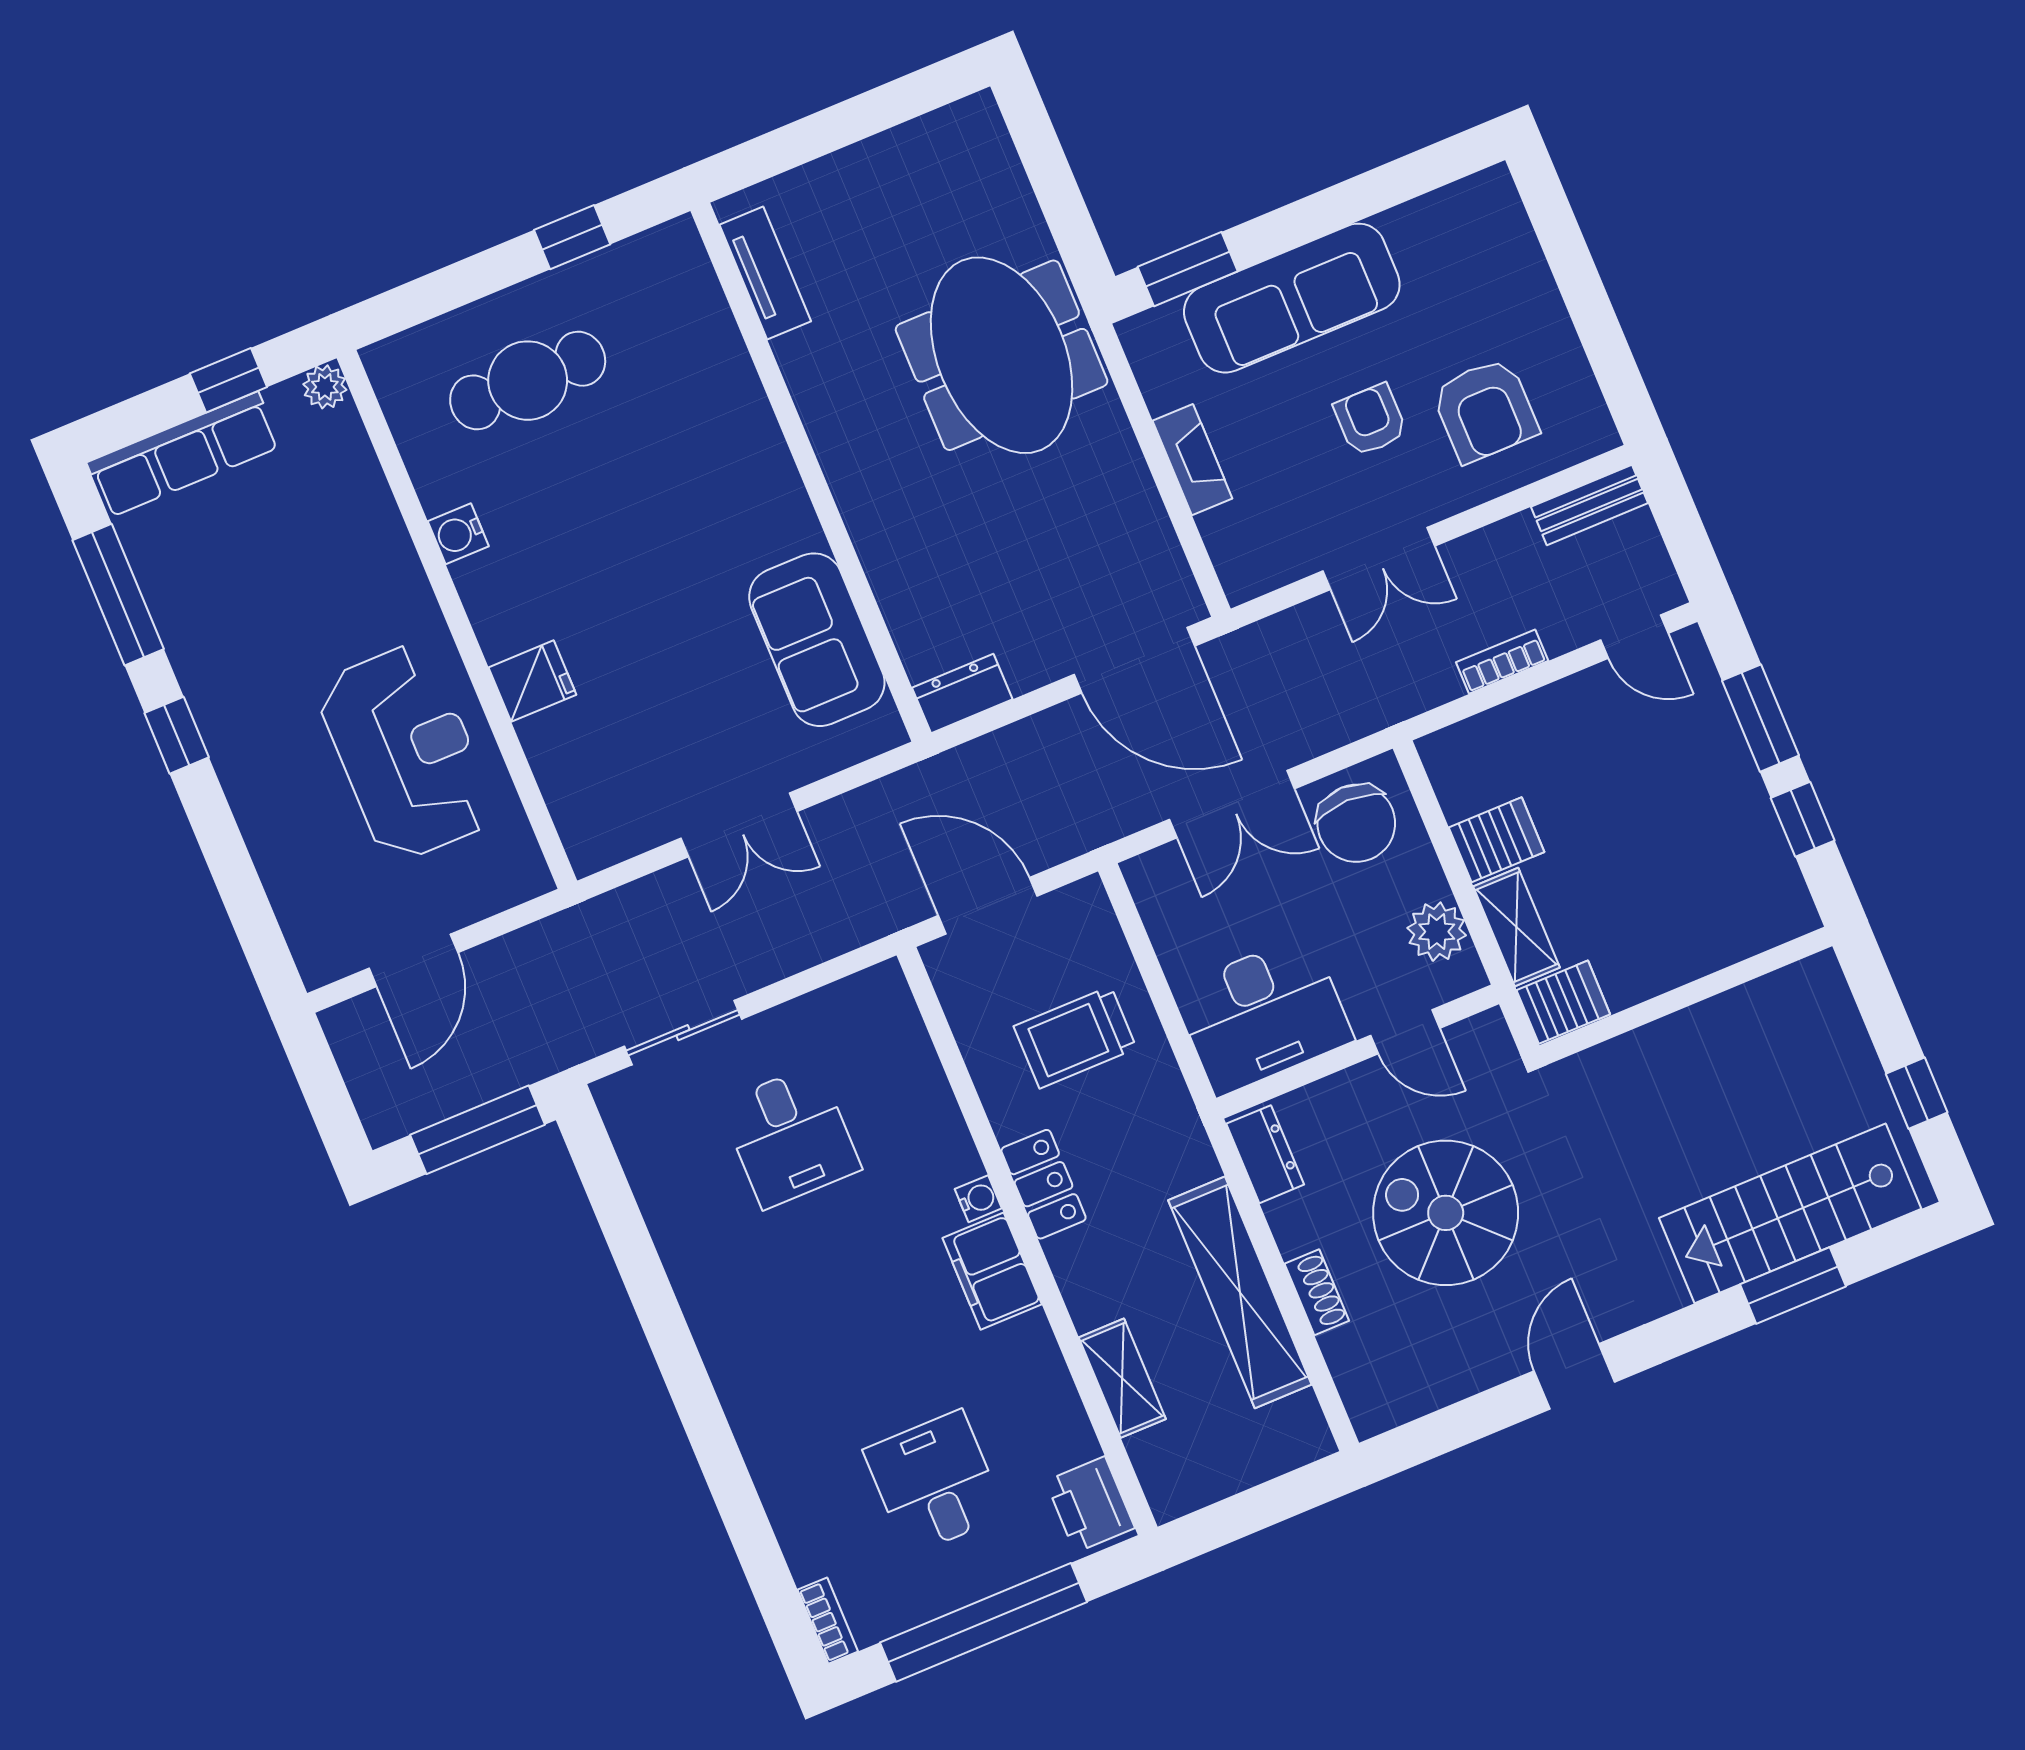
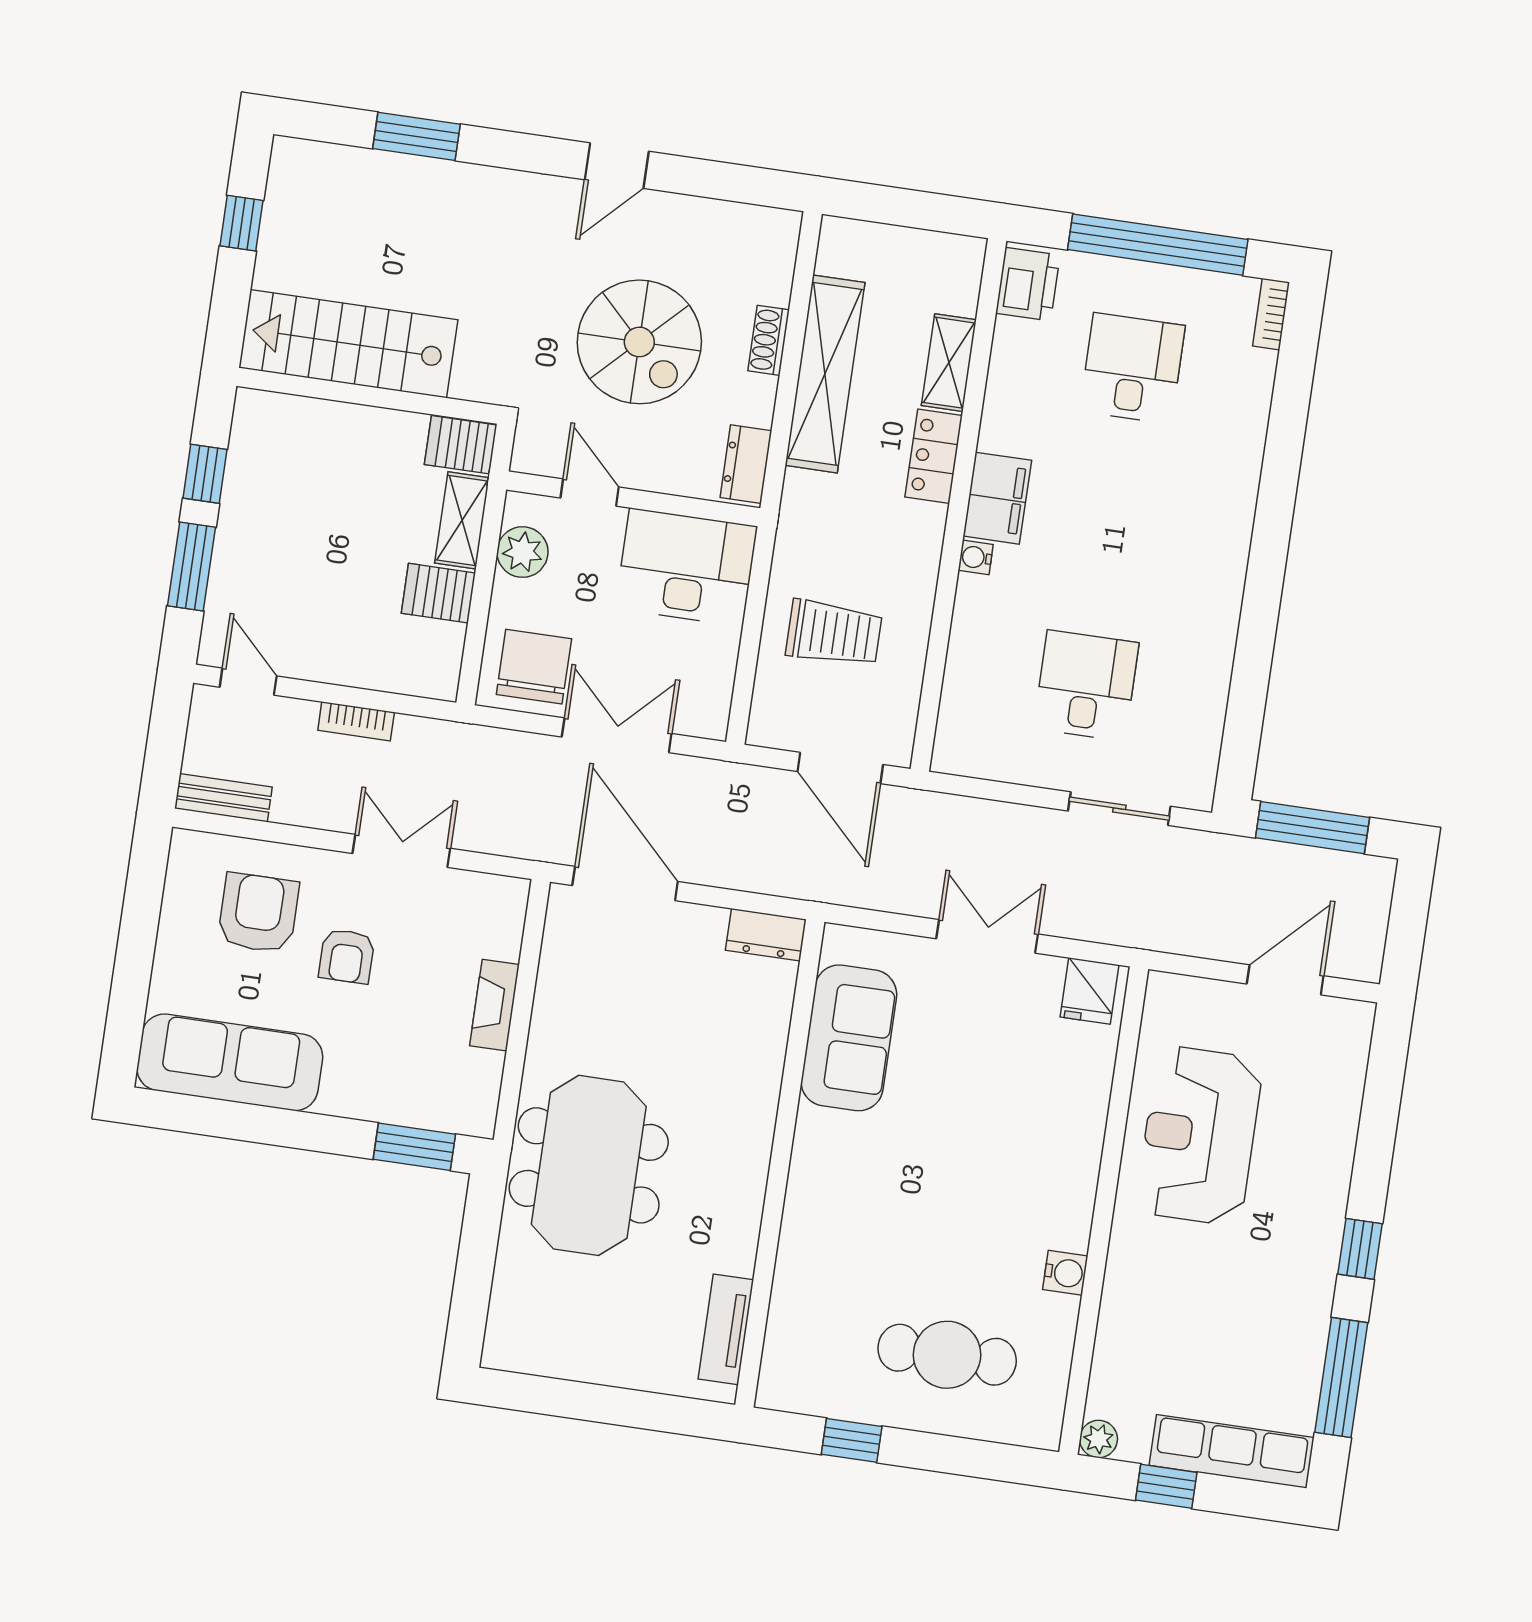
sofa: (1292, 298) -> (230, 1062), moved
fridge: (532, 681) -> (1089, 991), moved, turned -90
locker: (1043, 1184) -> (934, 456), moved
stairs: (1790, 1213) -> (348, 344), moved, turned 180
desk: (935, 1483) -> (1132, 368), turned 180

